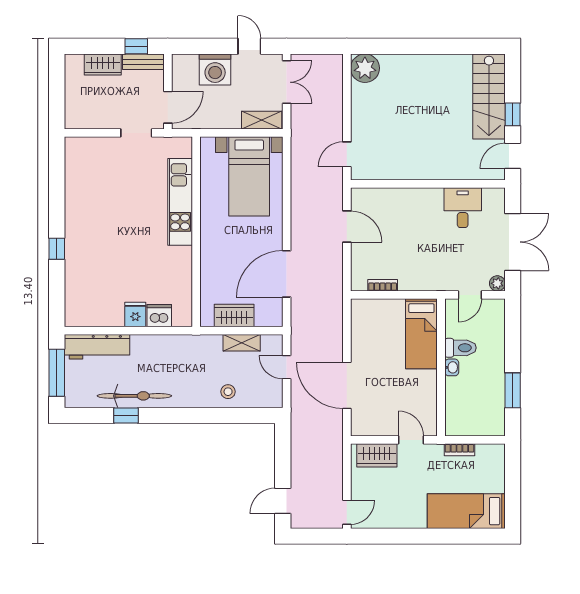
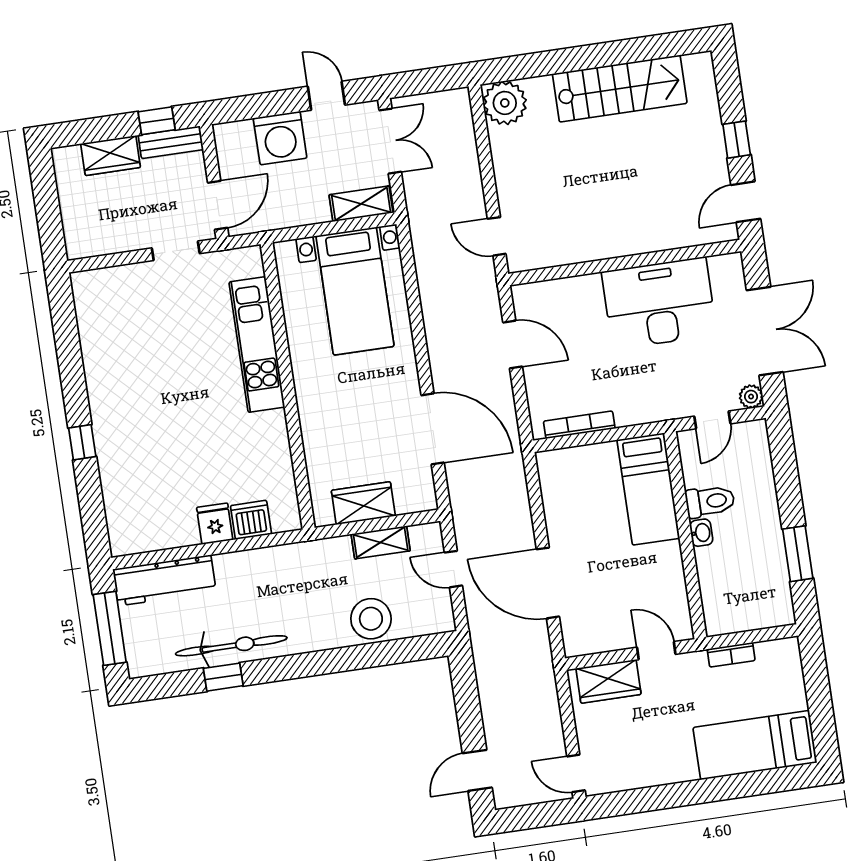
stairs: (489, 96) -> (620, 89), moved, turned -90
door: (347, 154) -> (497, 236), hinge flipped
desk: (463, 208) -> (659, 303), width x1.87, depth x1.30
door: (287, 274) -> (433, 429), swing flipped
bookcase: (383, 285) -> (579, 425), width x1.56
stool: (228, 392) -> (371, 619), width x1.89, depth x1.89
door: (347, 512) -> (576, 773), swing flipped

